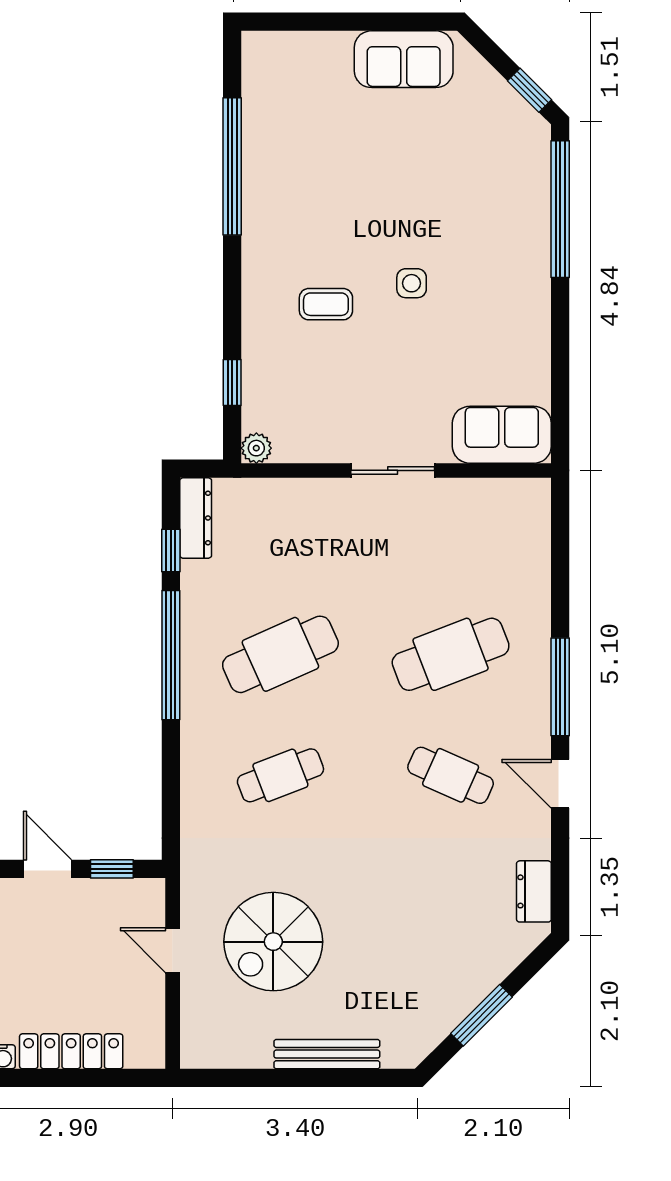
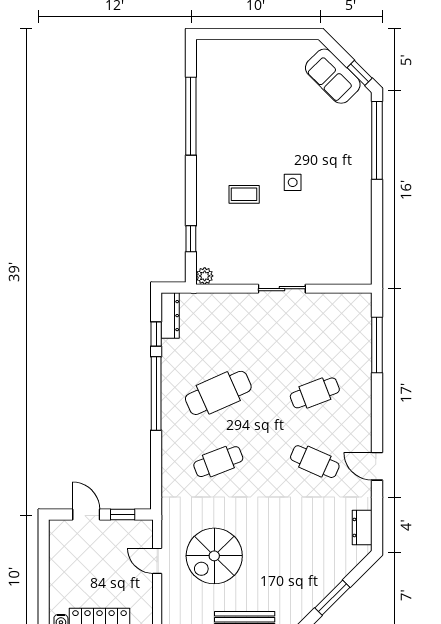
sofa: (404, 59) -> (333, 76), moved, turned 45
sofa: (502, 435) -> (344, 268), removed
cafe table: (451, 654) -> (315, 393), width x0.73, depth x0.74
window: (560, 687) -> (377, 345), moved

